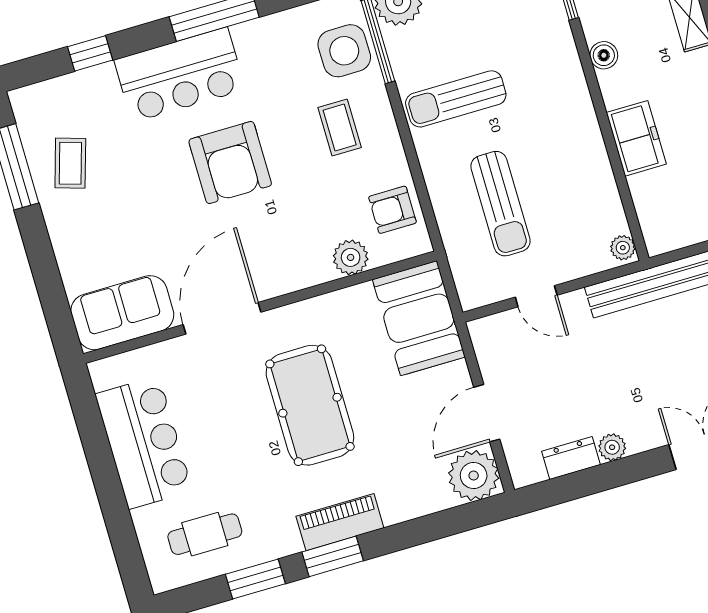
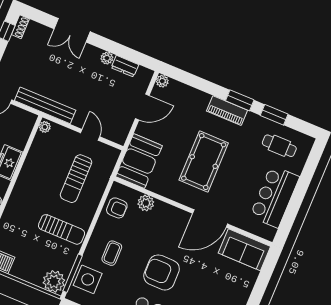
armchair: (230, 163) -> (162, 272), turned -90
sun lounger: (501, 204) -> (76, 179), turned 180
plant: (474, 476) -> (162, 81), width x0.53, depth x0.53

